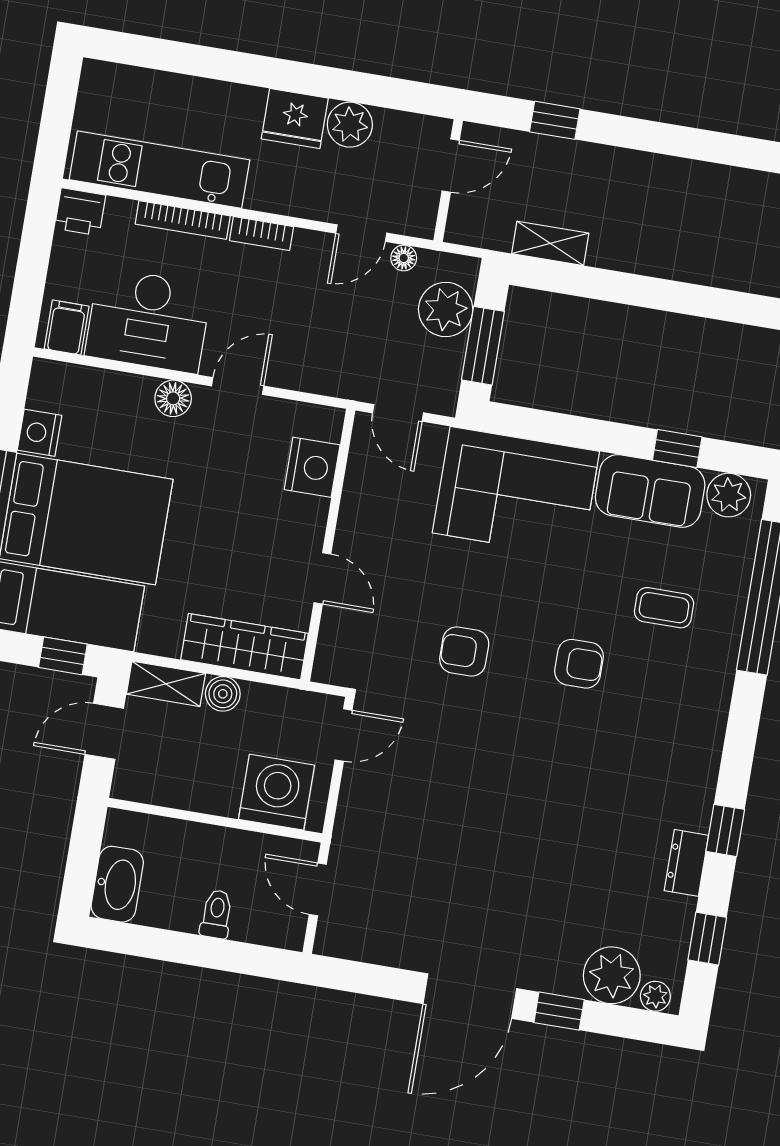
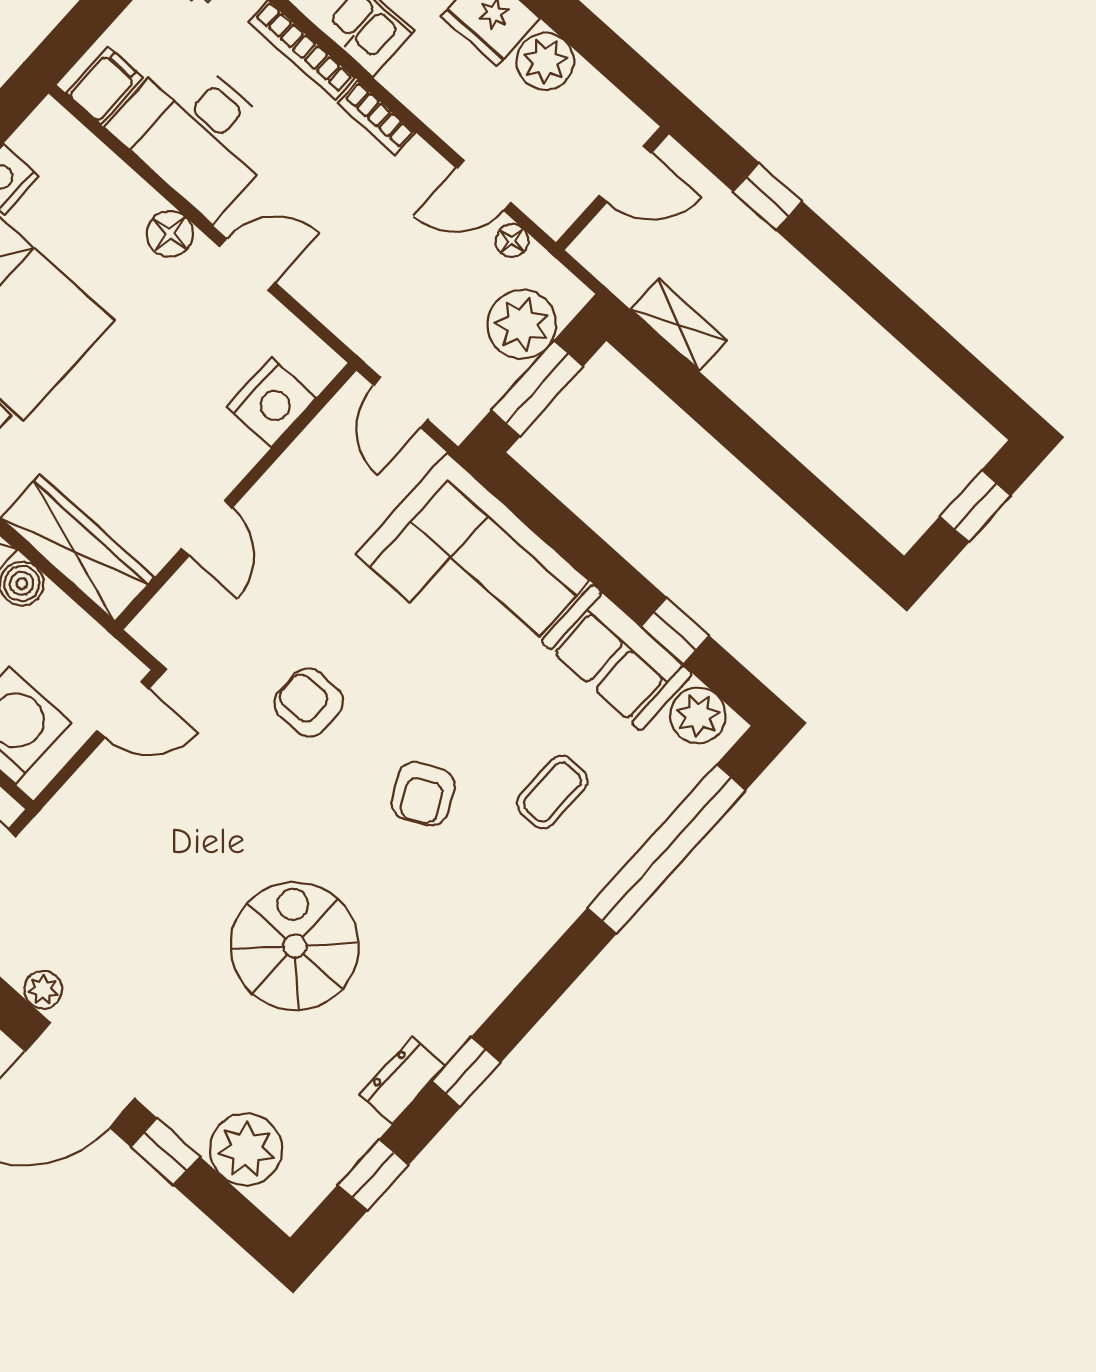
coffee table: (664, 608) -> (552, 792), turned 90
armchair: (579, 664) -> (423, 794), turned 63
spiral stairs: (558, 819) -> (295, 946), added
plant: (655, 996) -> (43, 990), moved

